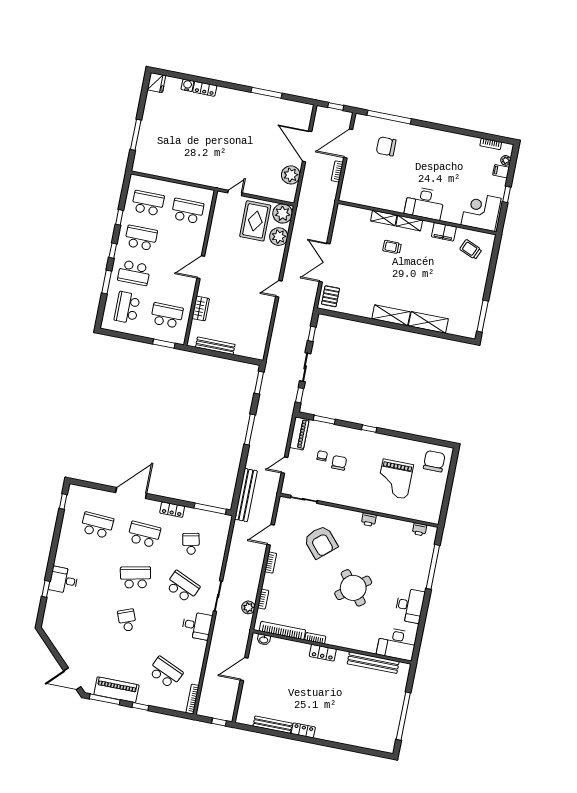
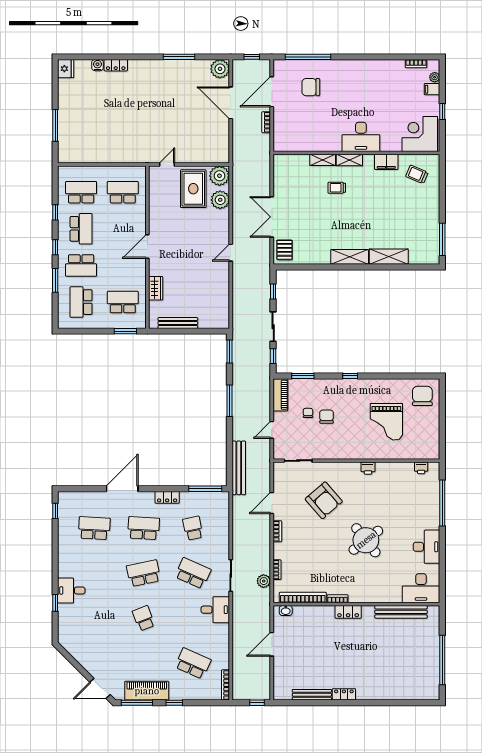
plant: (291, 175) -> (220, 69), moved
school desk: (141, 238) -> (81, 229), turned 90

